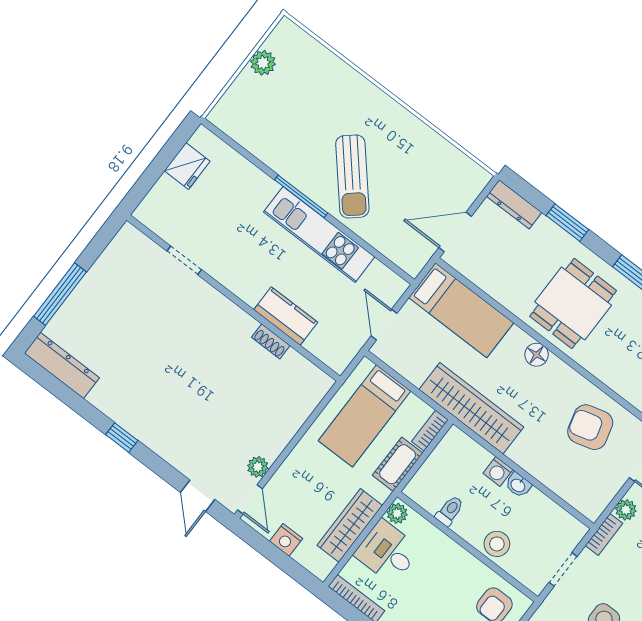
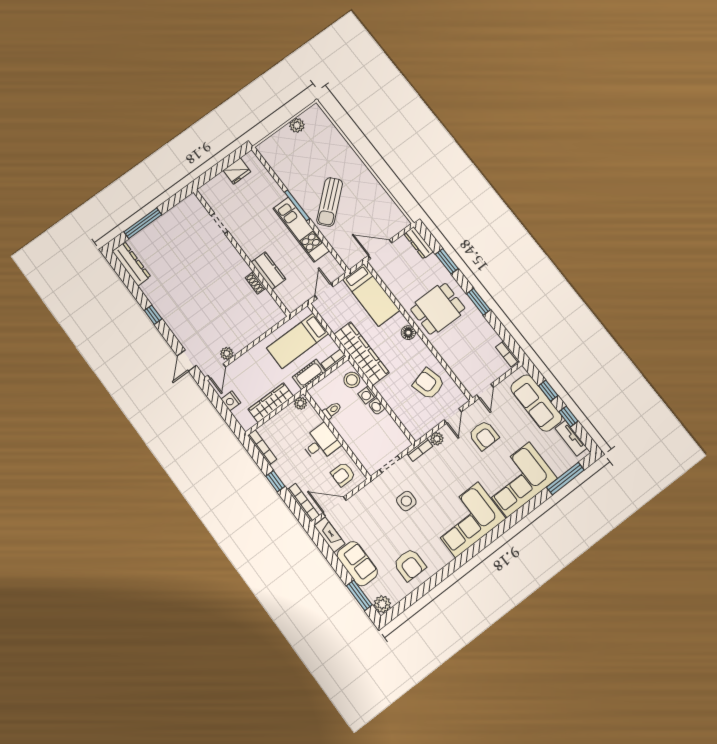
stool: (497, 544) -> (352, 380), moved
desk: (387, 552) -> (321, 443), moved, turned 90

